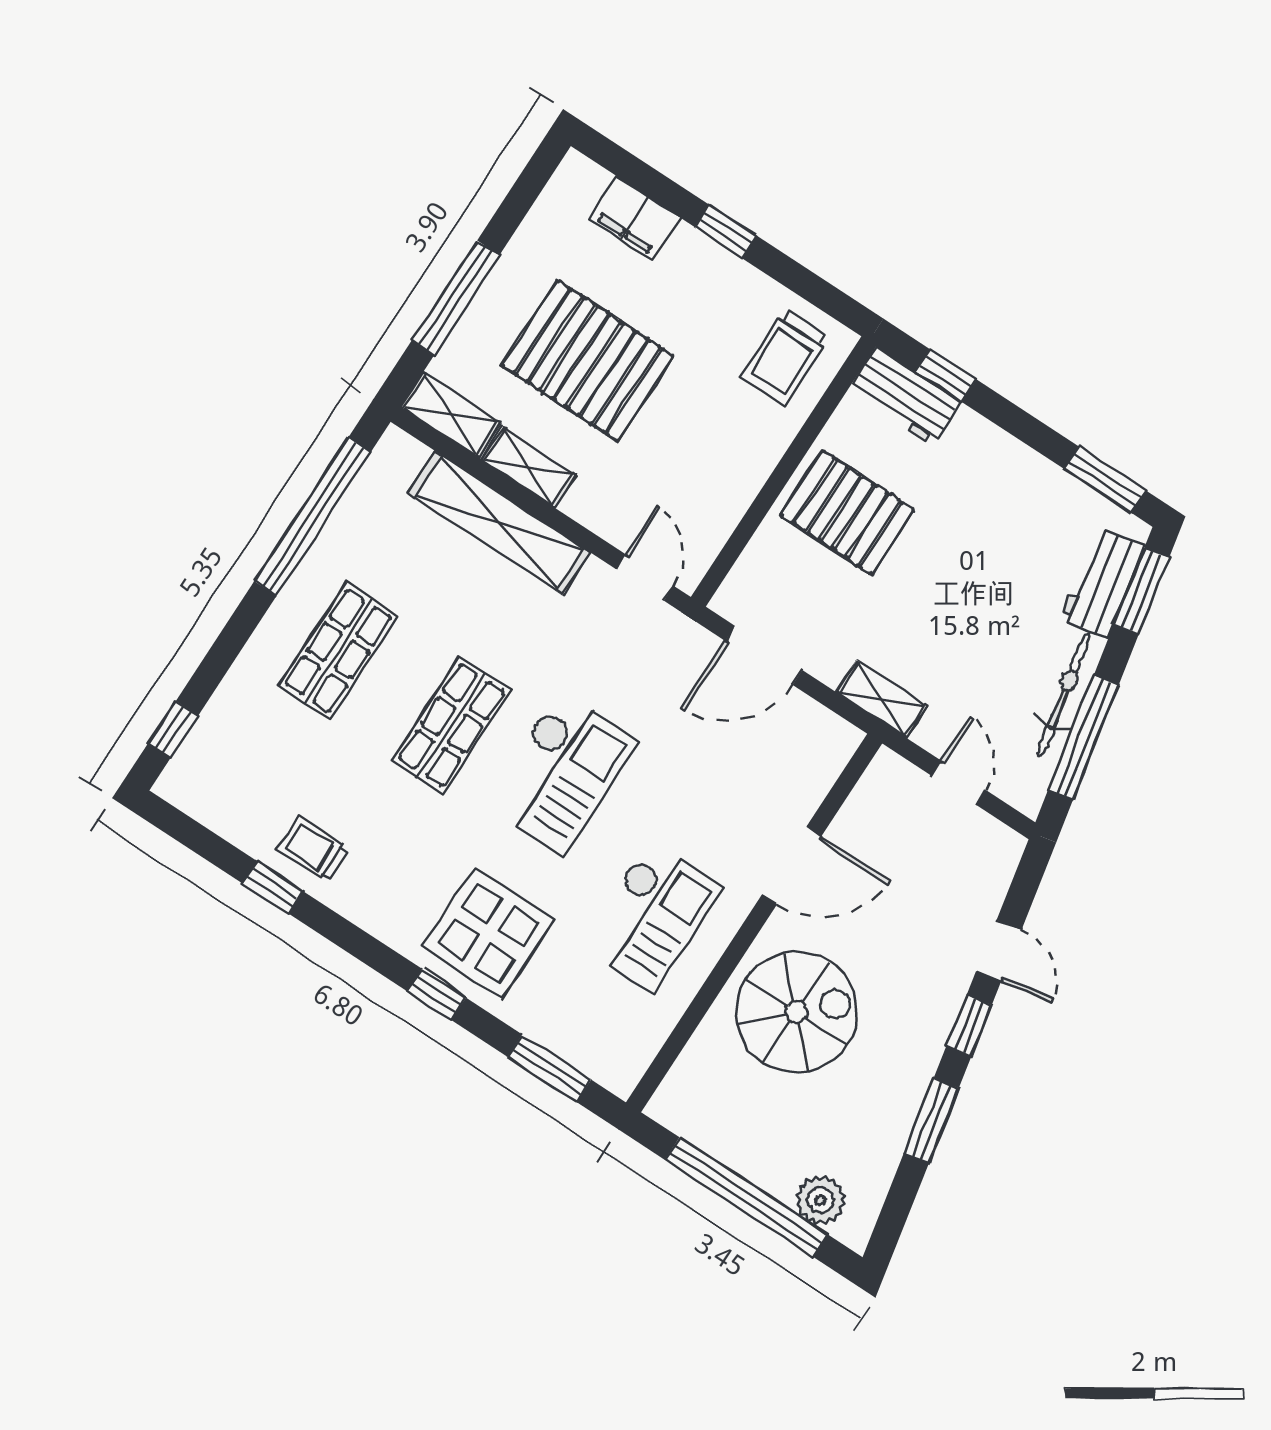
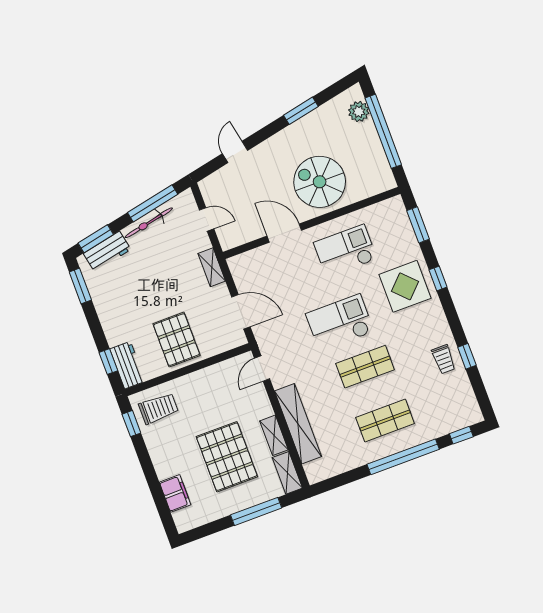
window: (726, 231) -> (131, 424), moved
window: (313, 516) -> (403, 457), moved
door: (958, 783) -> (207, 219), swing flipped
window: (969, 1026) -> (264, 134), removed

